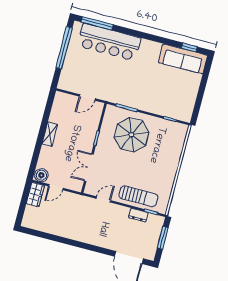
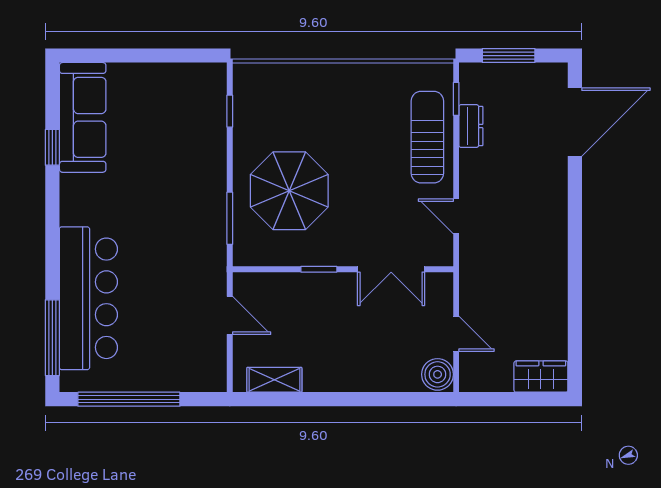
window: (189, 47) -> (52, 147), moved
shelving: (50, 134) -> (274, 380), moved
wardrobe: (35, 195) -> (541, 377), moved

